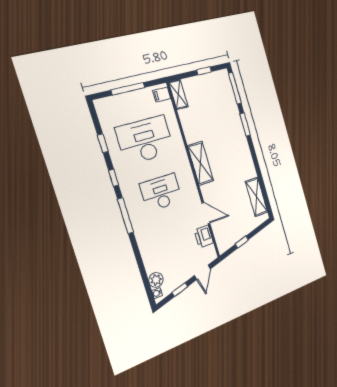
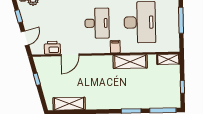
filing cabinet: (162, 95) -> (115, 47), moved
shelving: (201, 163) -> (130, 62), moved
door: (202, 272) -> (25, 38), swing flipped

